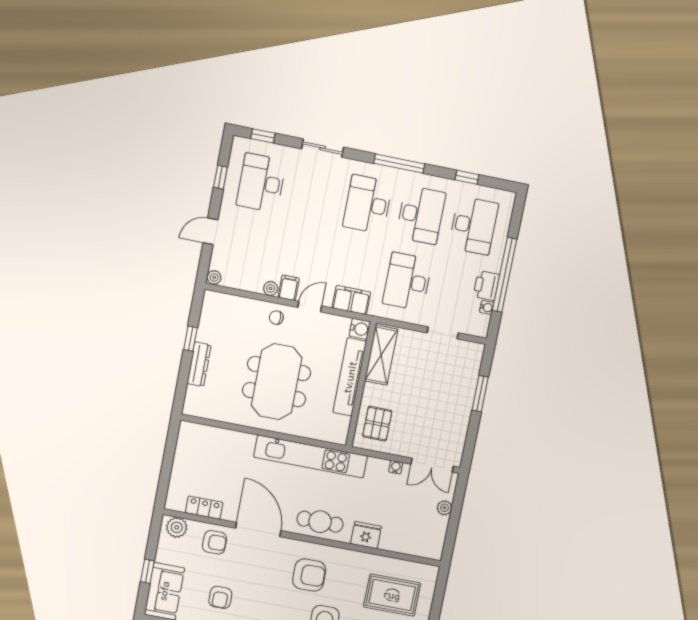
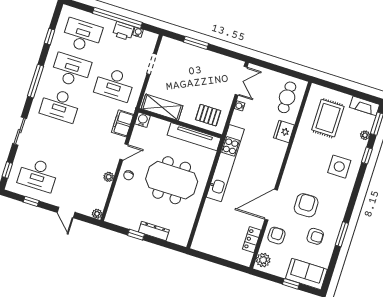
filing cabinet: (289, 288) -> (110, 165), removed
door: (310, 307) -> (124, 152), swing flipped
tv unit: (350, 377) -> (194, 137), moved
plant: (444, 508) -> (272, 76), removed
cafe table: (320, 522) -> (287, 97), moved
armchair: (309, 575) -> (306, 205), moved

